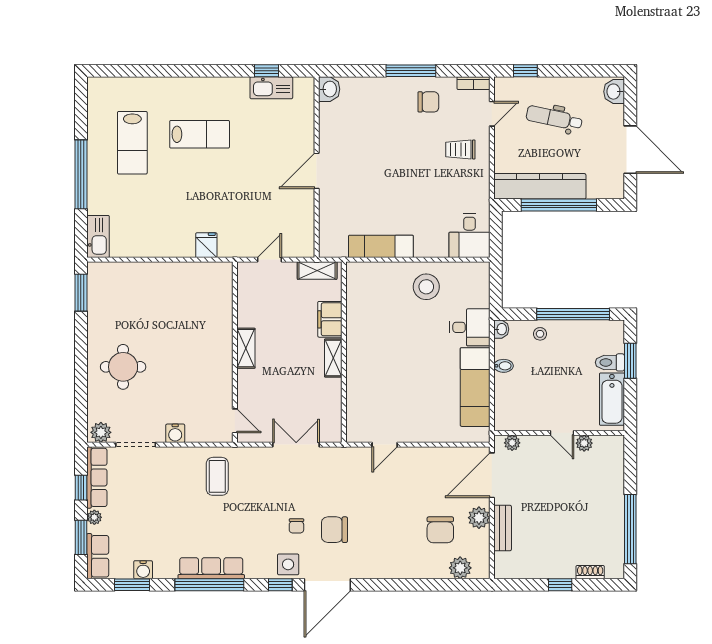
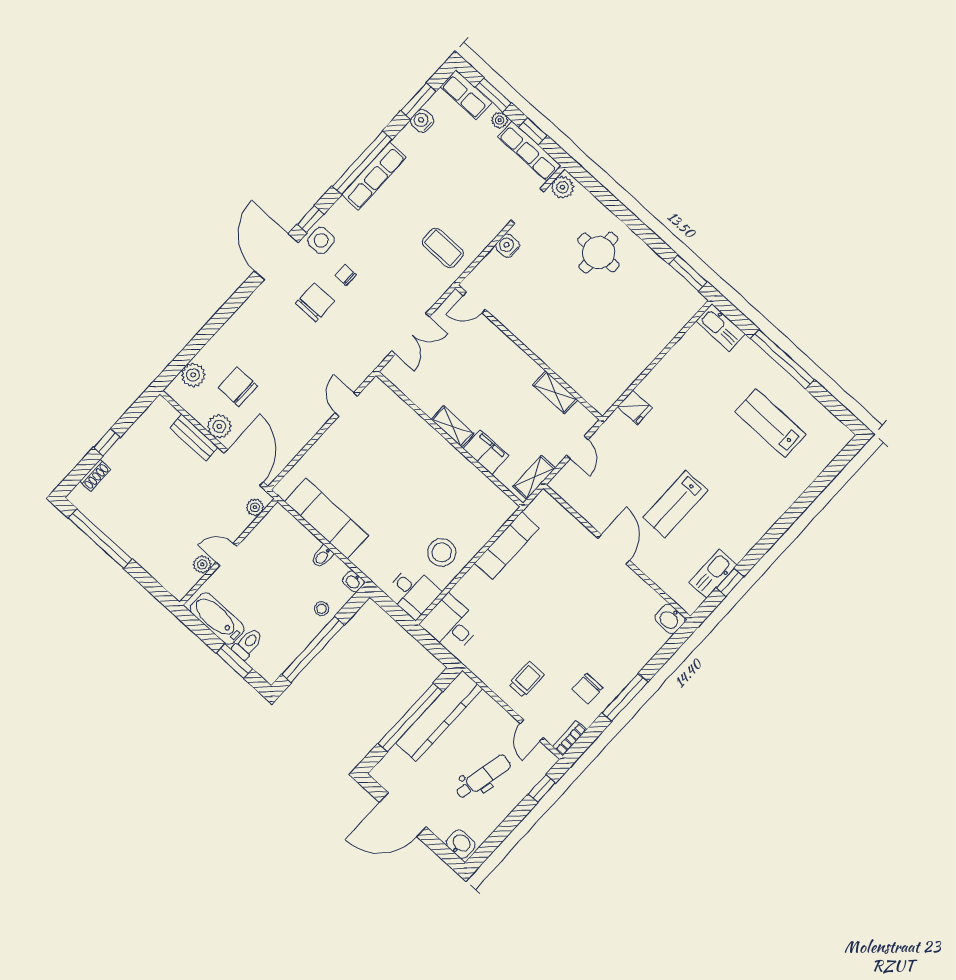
lab bench: (200, 134) -> (675, 504), moved
desk: (470, 327) -> (413, 592), moved, turned -90
shelving: (246, 348) -> (555, 392), moved

